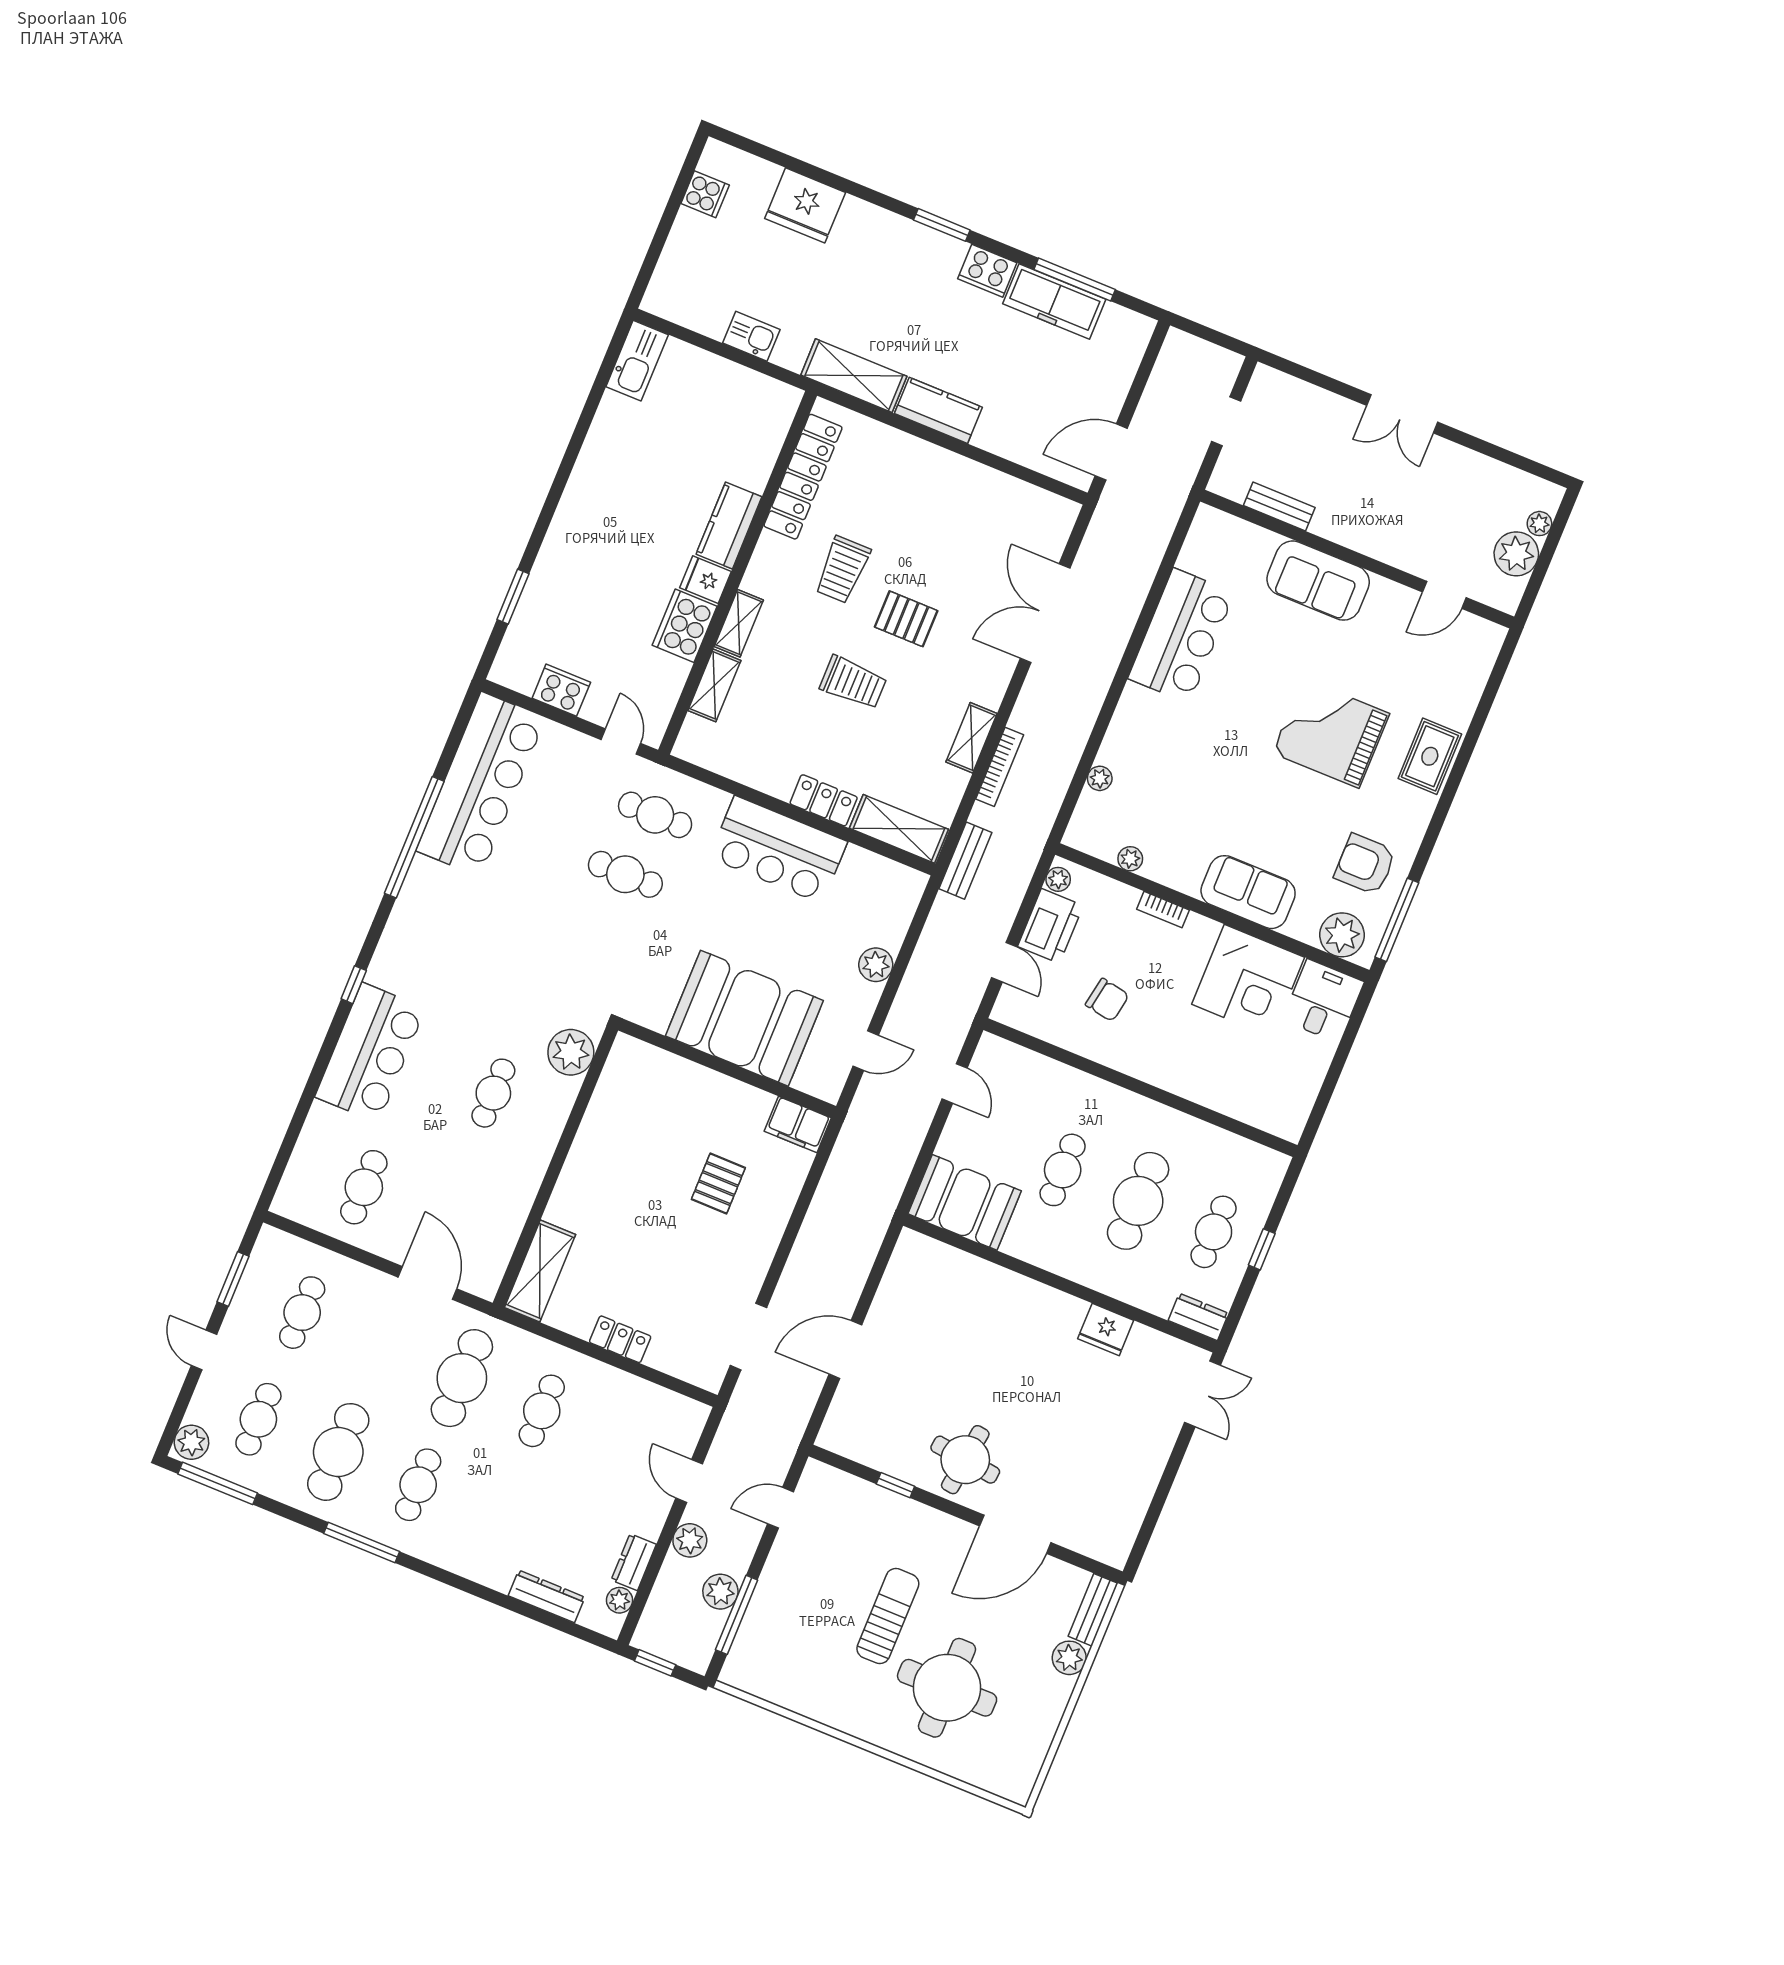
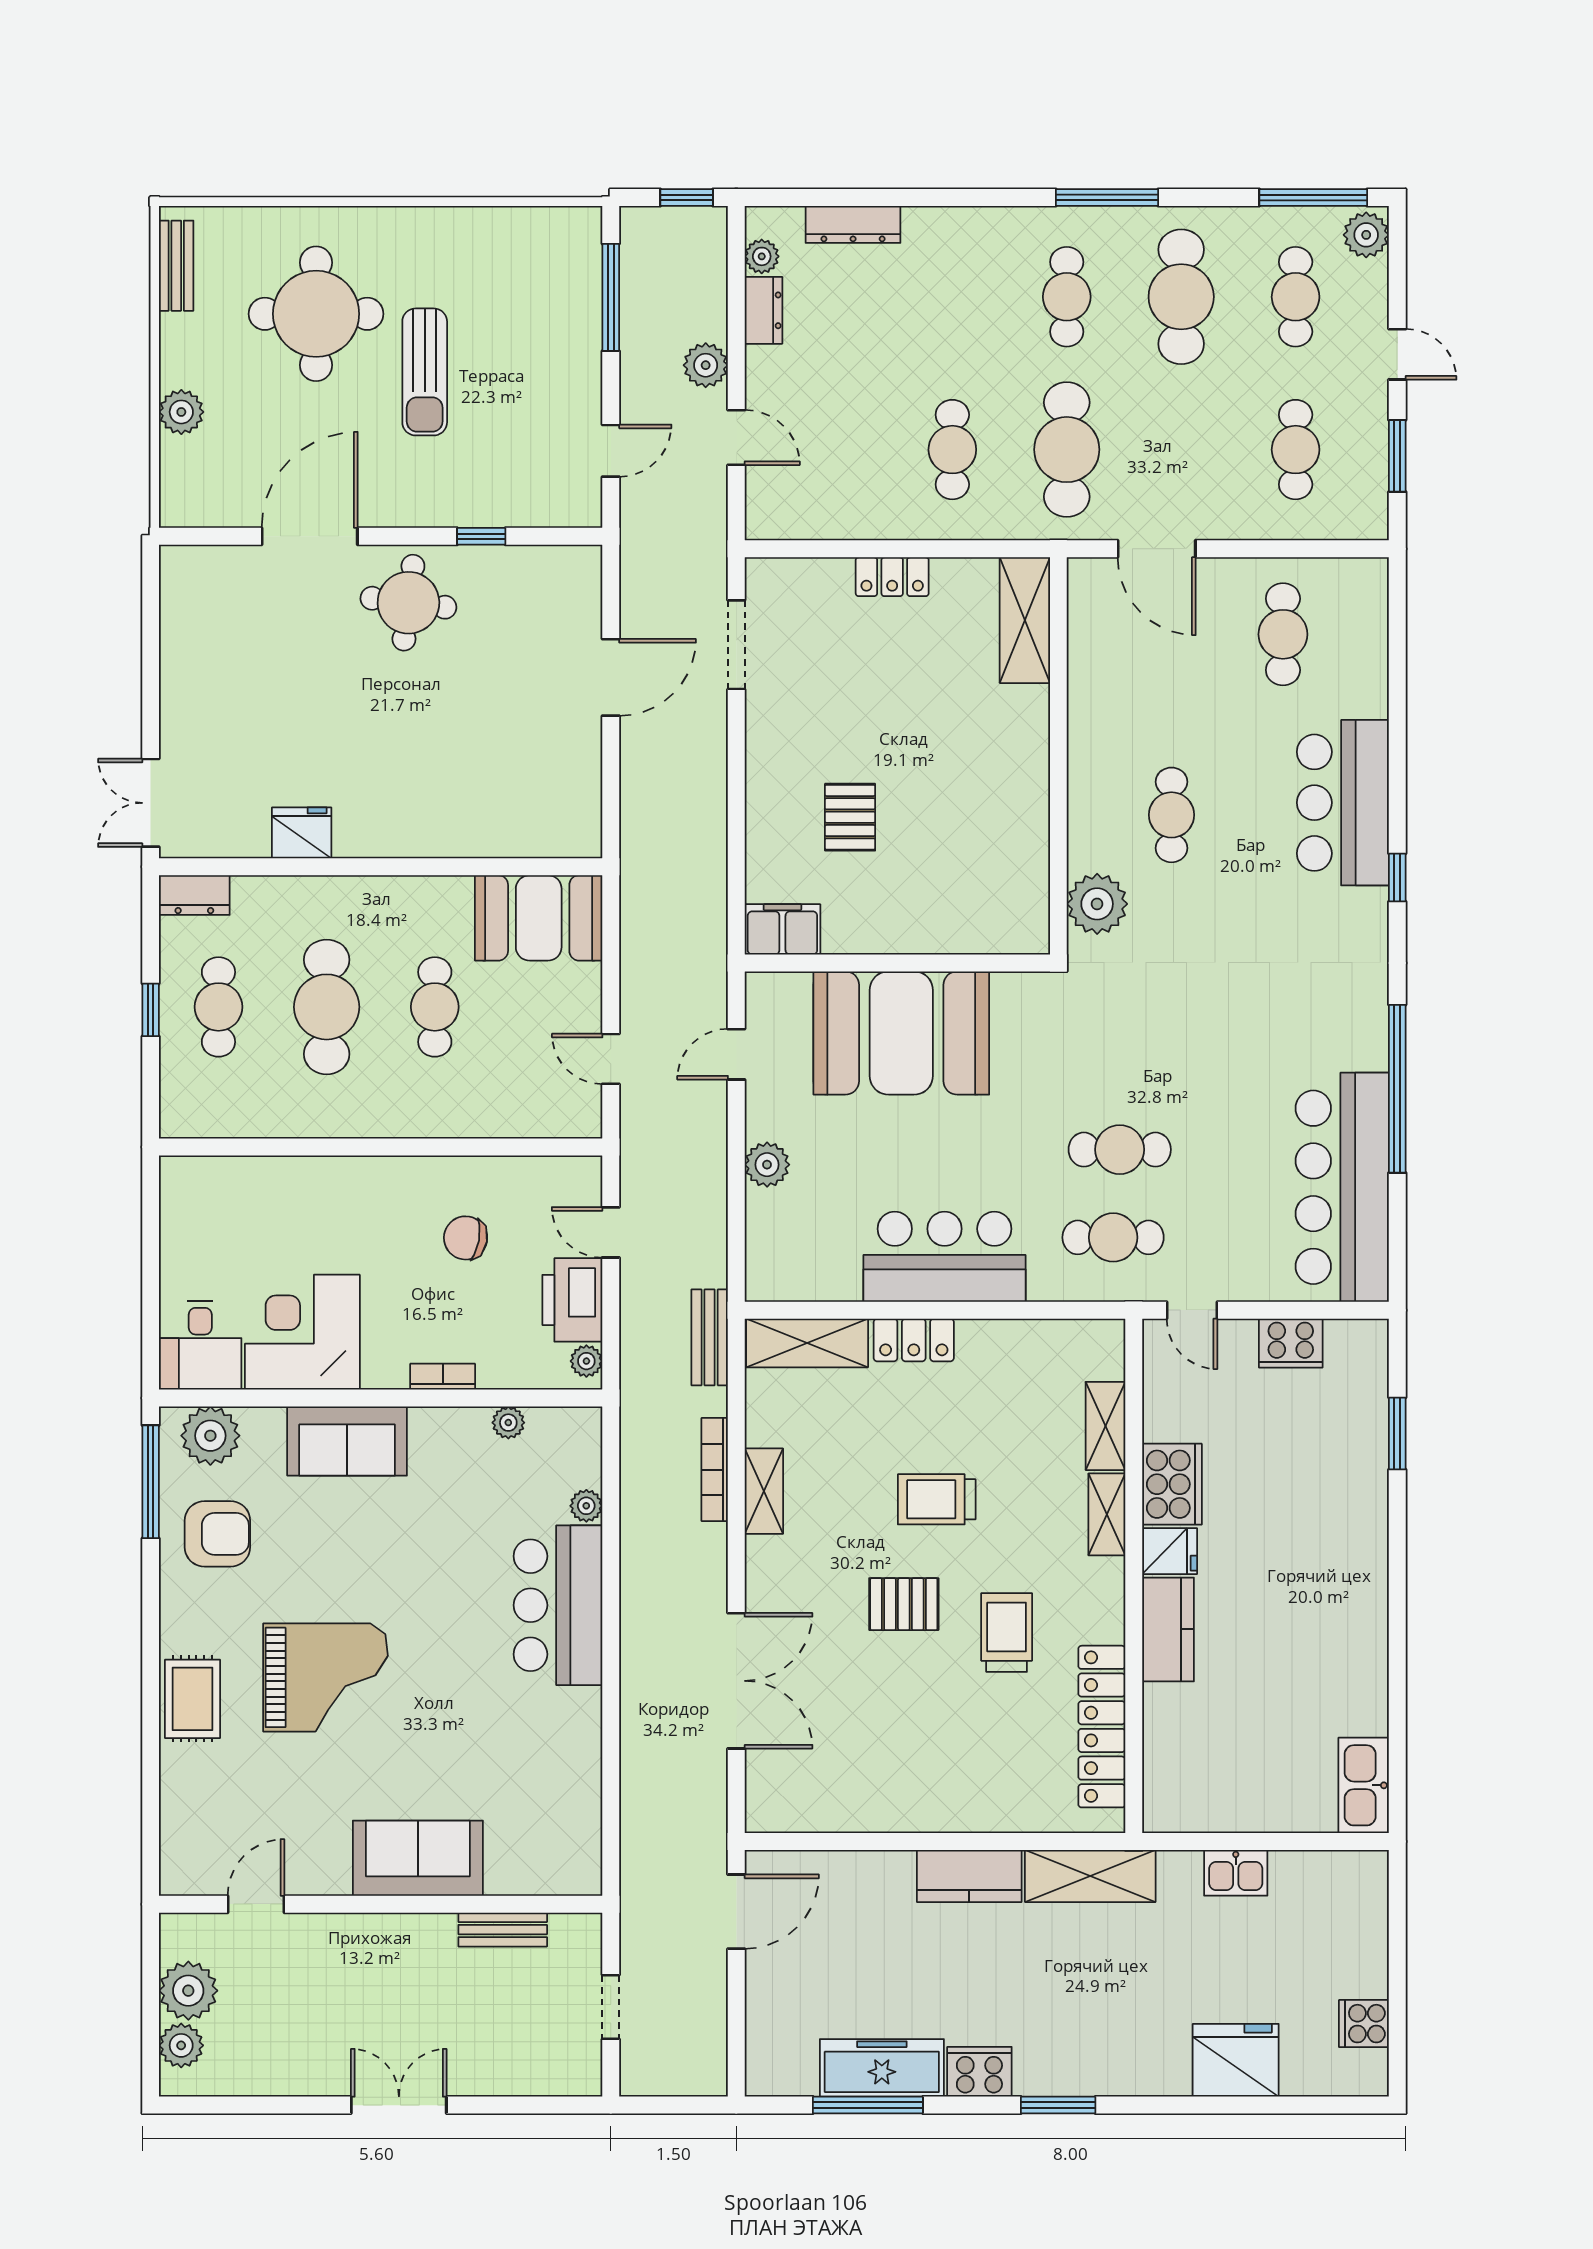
plant: (1539, 524) -> (181, 2045), width x1.38, depth x1.38
bar counter: (1181, 636) -> (558, 1605), moved
plant: (720, 1592) -> (642, 318), removed
bench: (1093, 1610) -> (176, 266), moved

